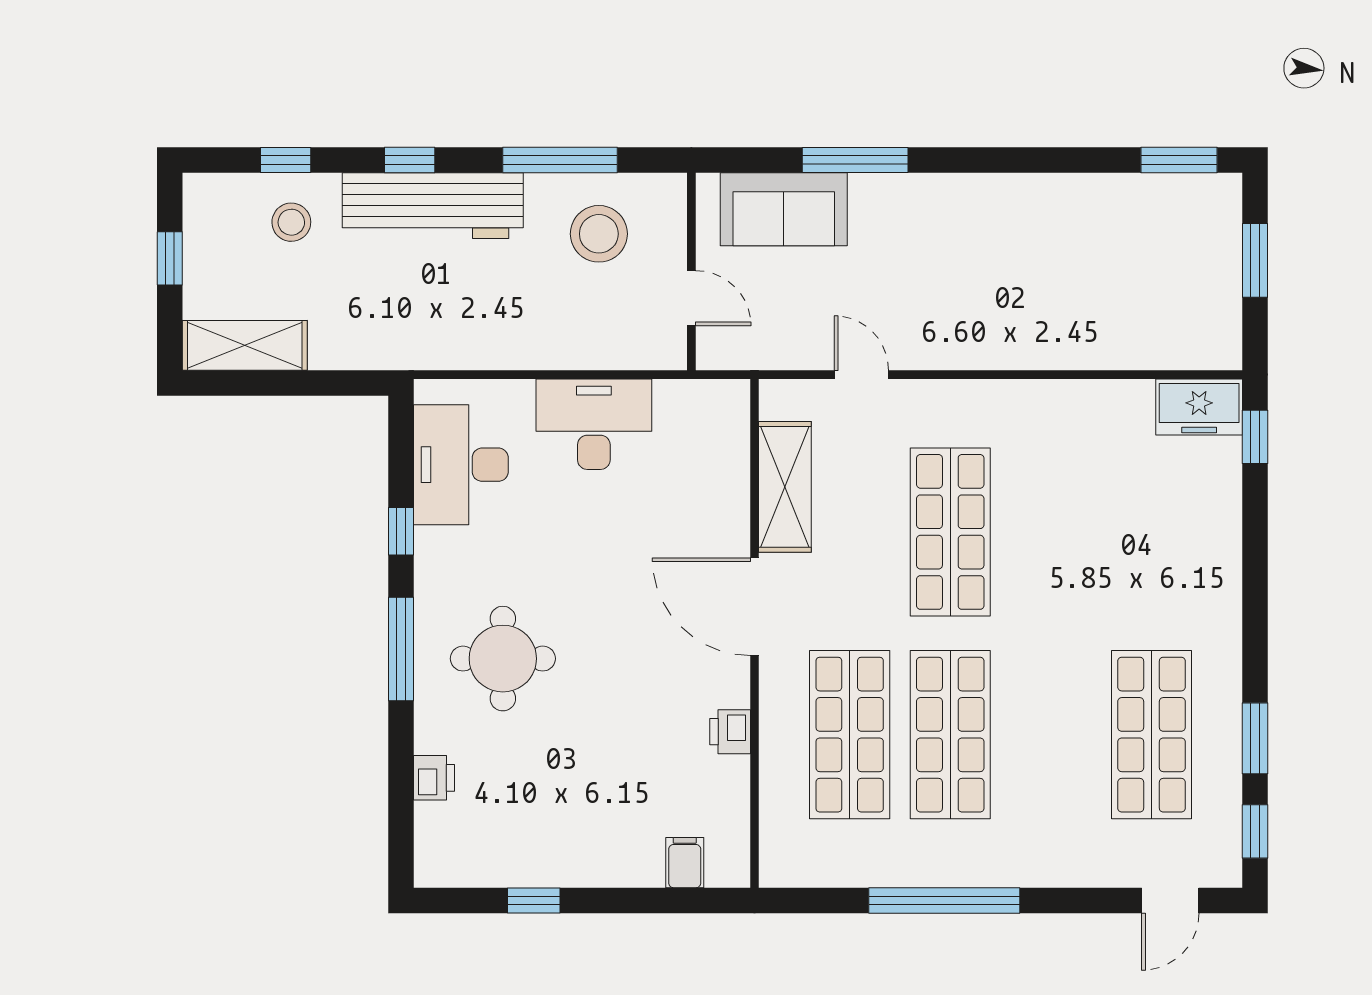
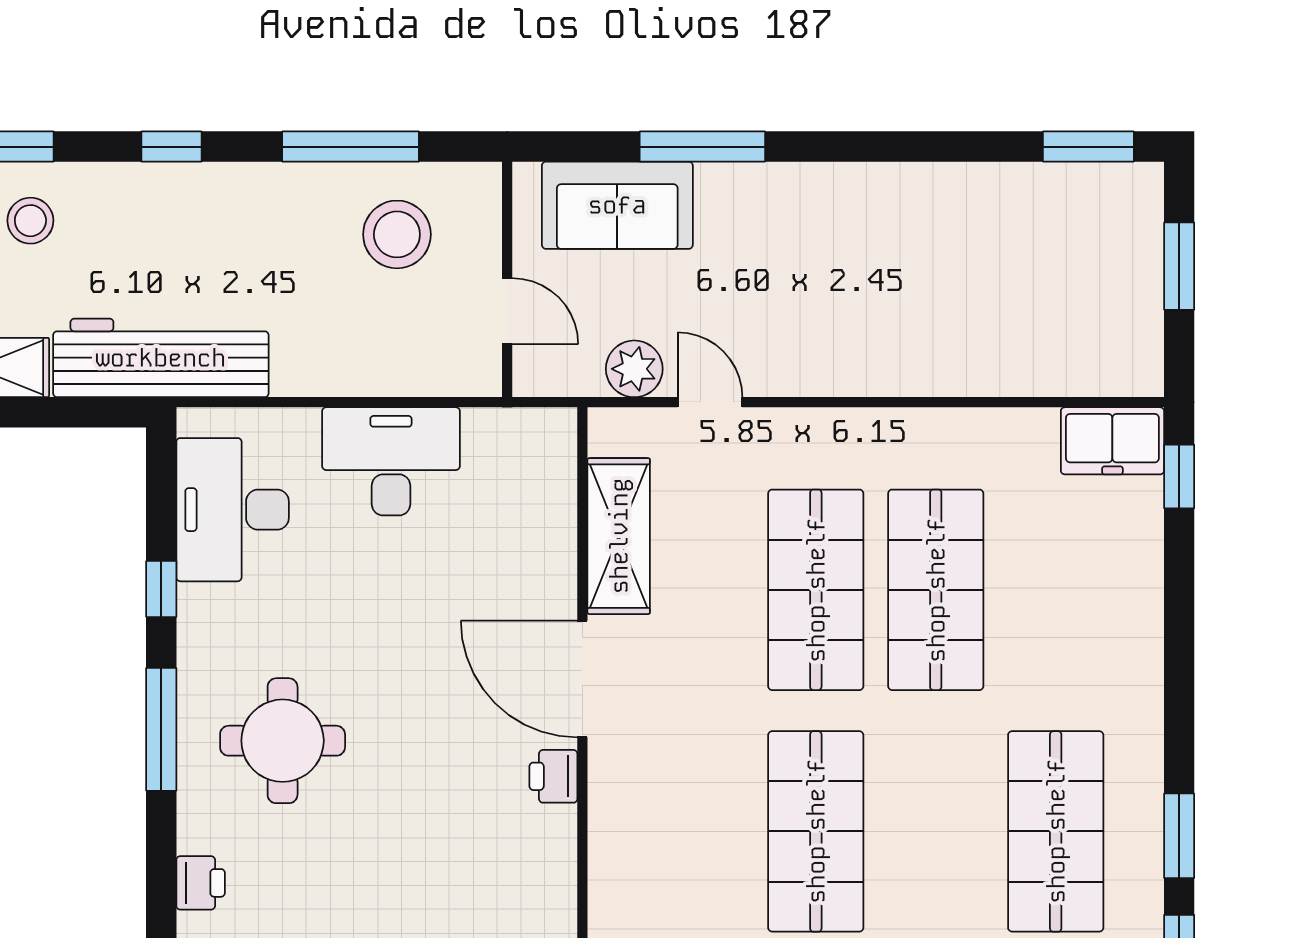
workbench: (433, 206) -> (161, 358), moved, turned 180
plant: (798, 347) -> (634, 369), added
printer: (730, 732) -> (553, 776), moved
shop shelf: (850, 735) -> (936, 590), moved

